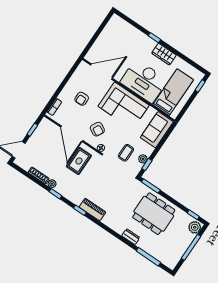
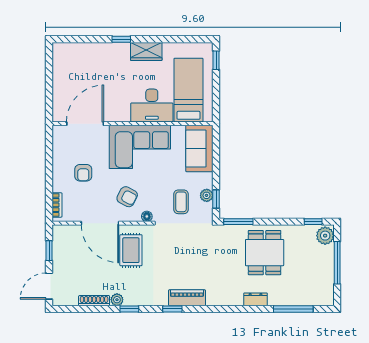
desk: (144, 81) -> (152, 105), width x0.73, depth x0.77
dining table: (154, 214) -> (265, 253), width x0.73

